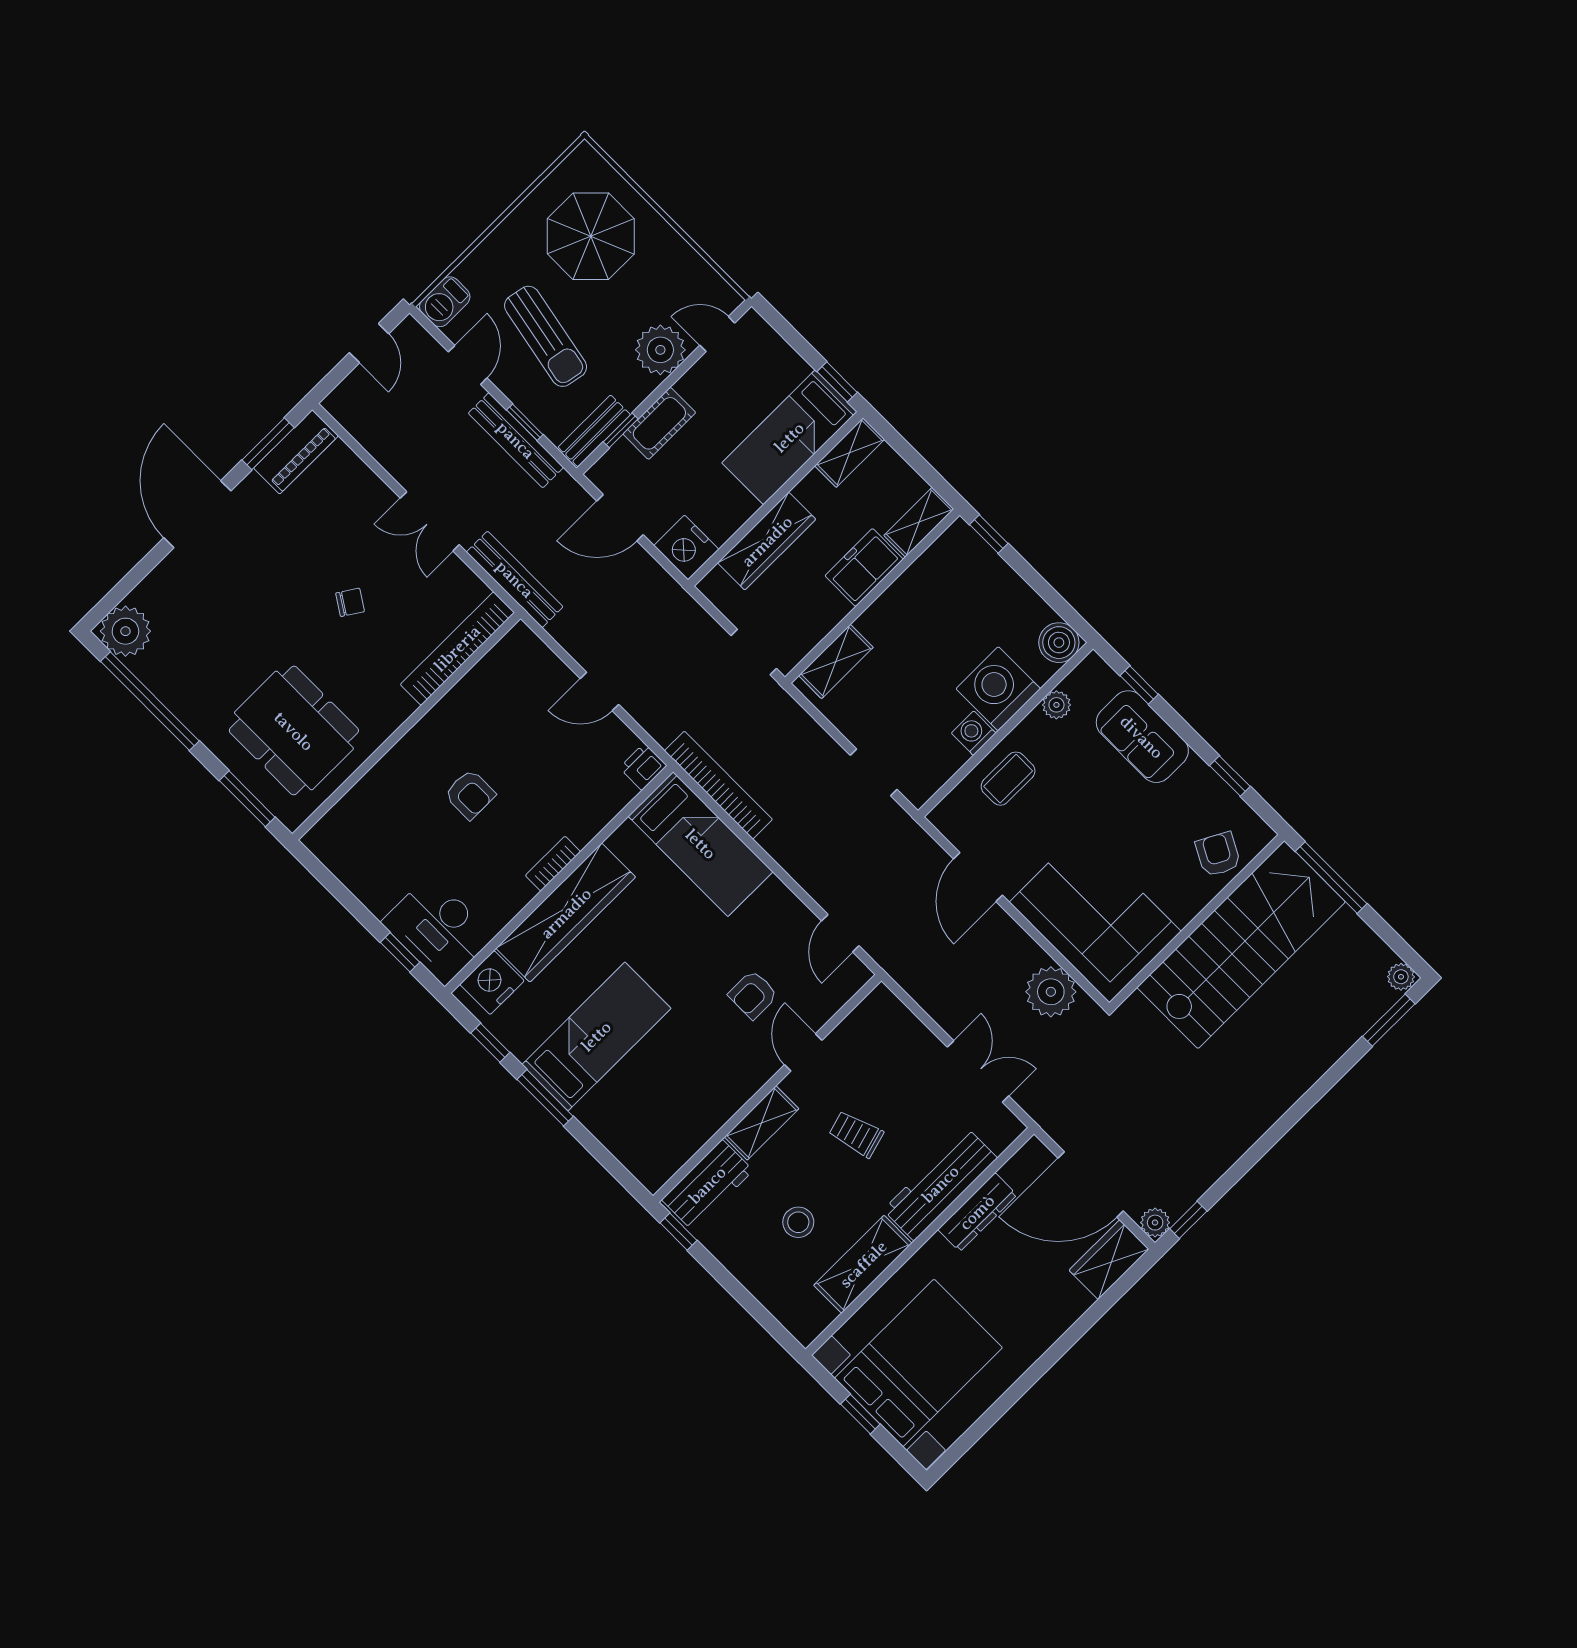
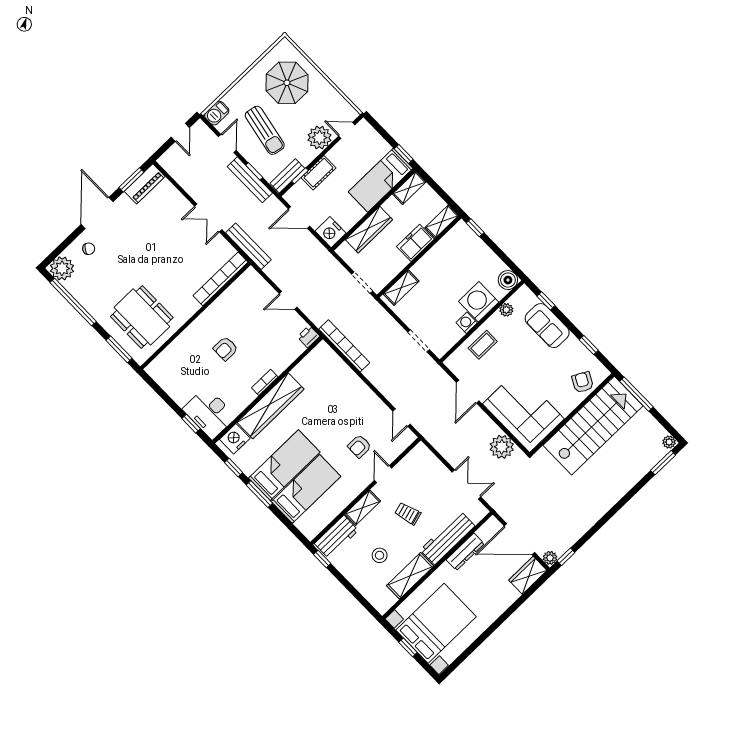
chair: (350, 602) -> (89, 249), moved
armchair: (470, 794) -> (226, 349), turned 90
bed: (701, 844) -> (306, 489), moved, turned -90

